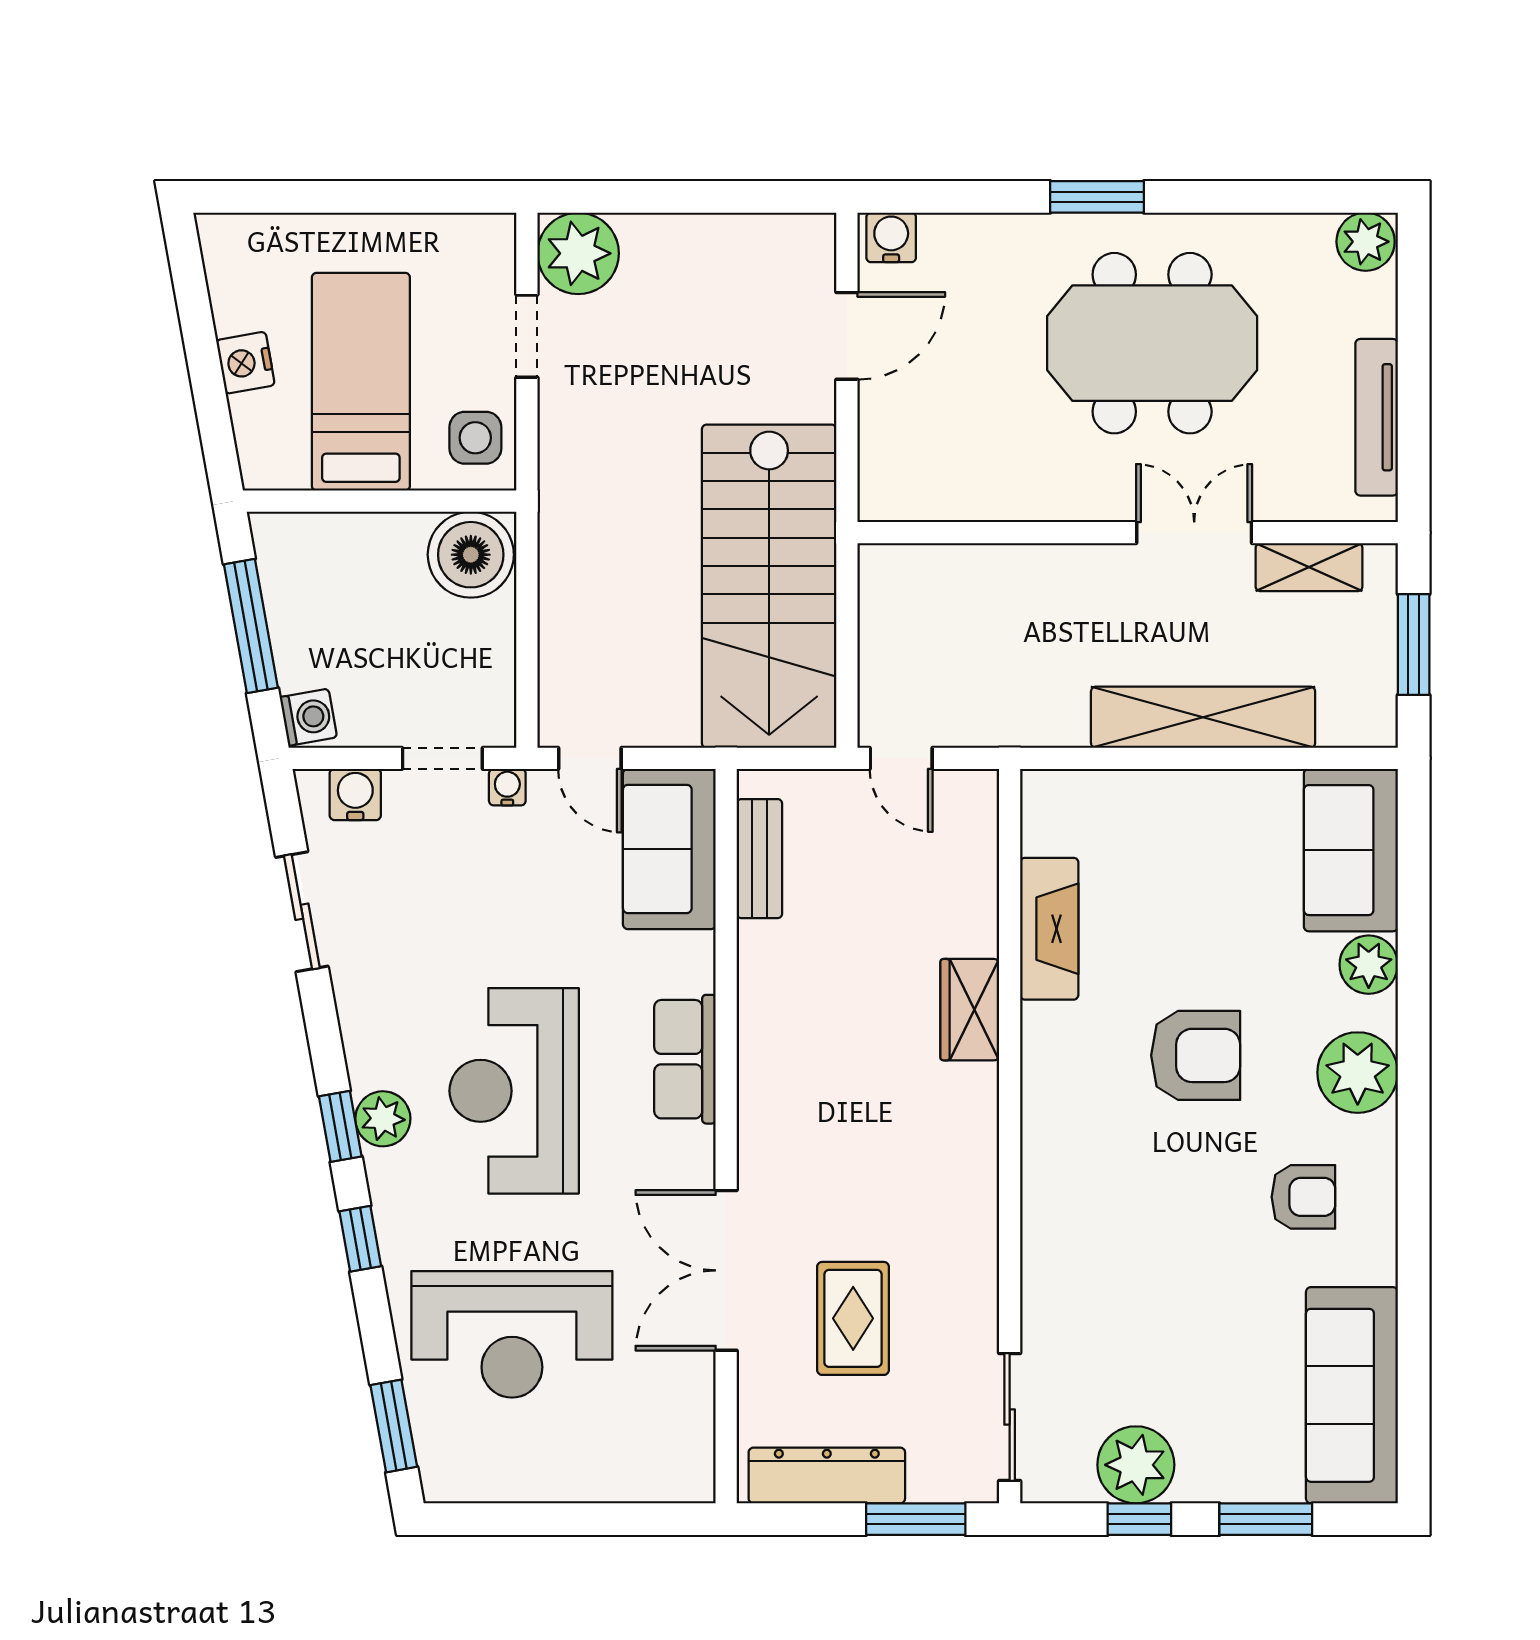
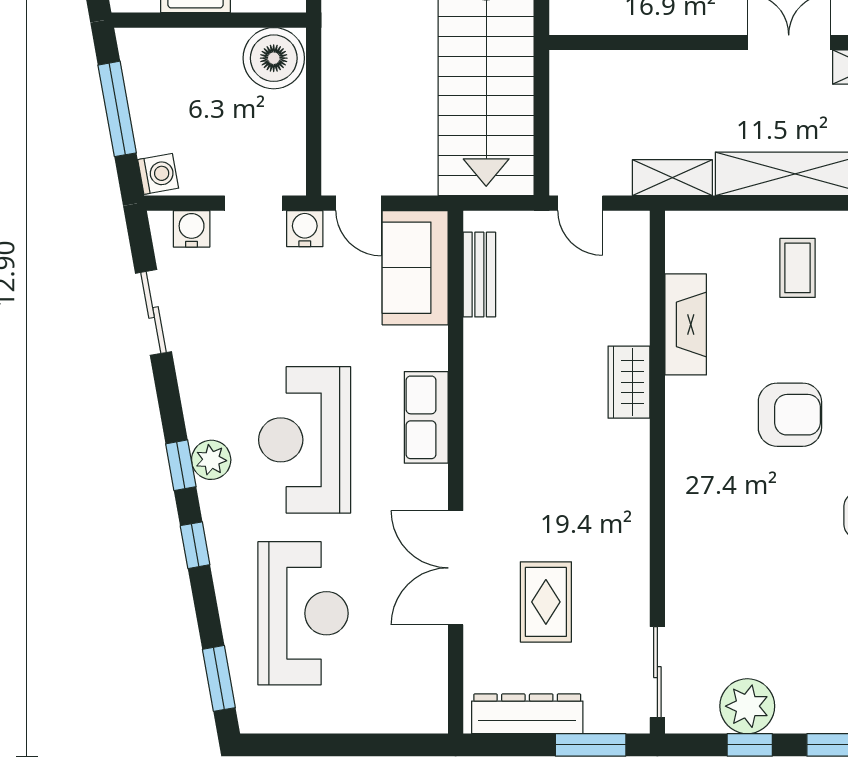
shelving: (1031, 723) -> (672, 178), added
water cooler: (507, 787) -> (305, 229), width x1.38, depth x1.38
coffee table: (1206, 849) -> (798, 268), added
reception desk: (512, 1334) -> (303, 613), turned -90

